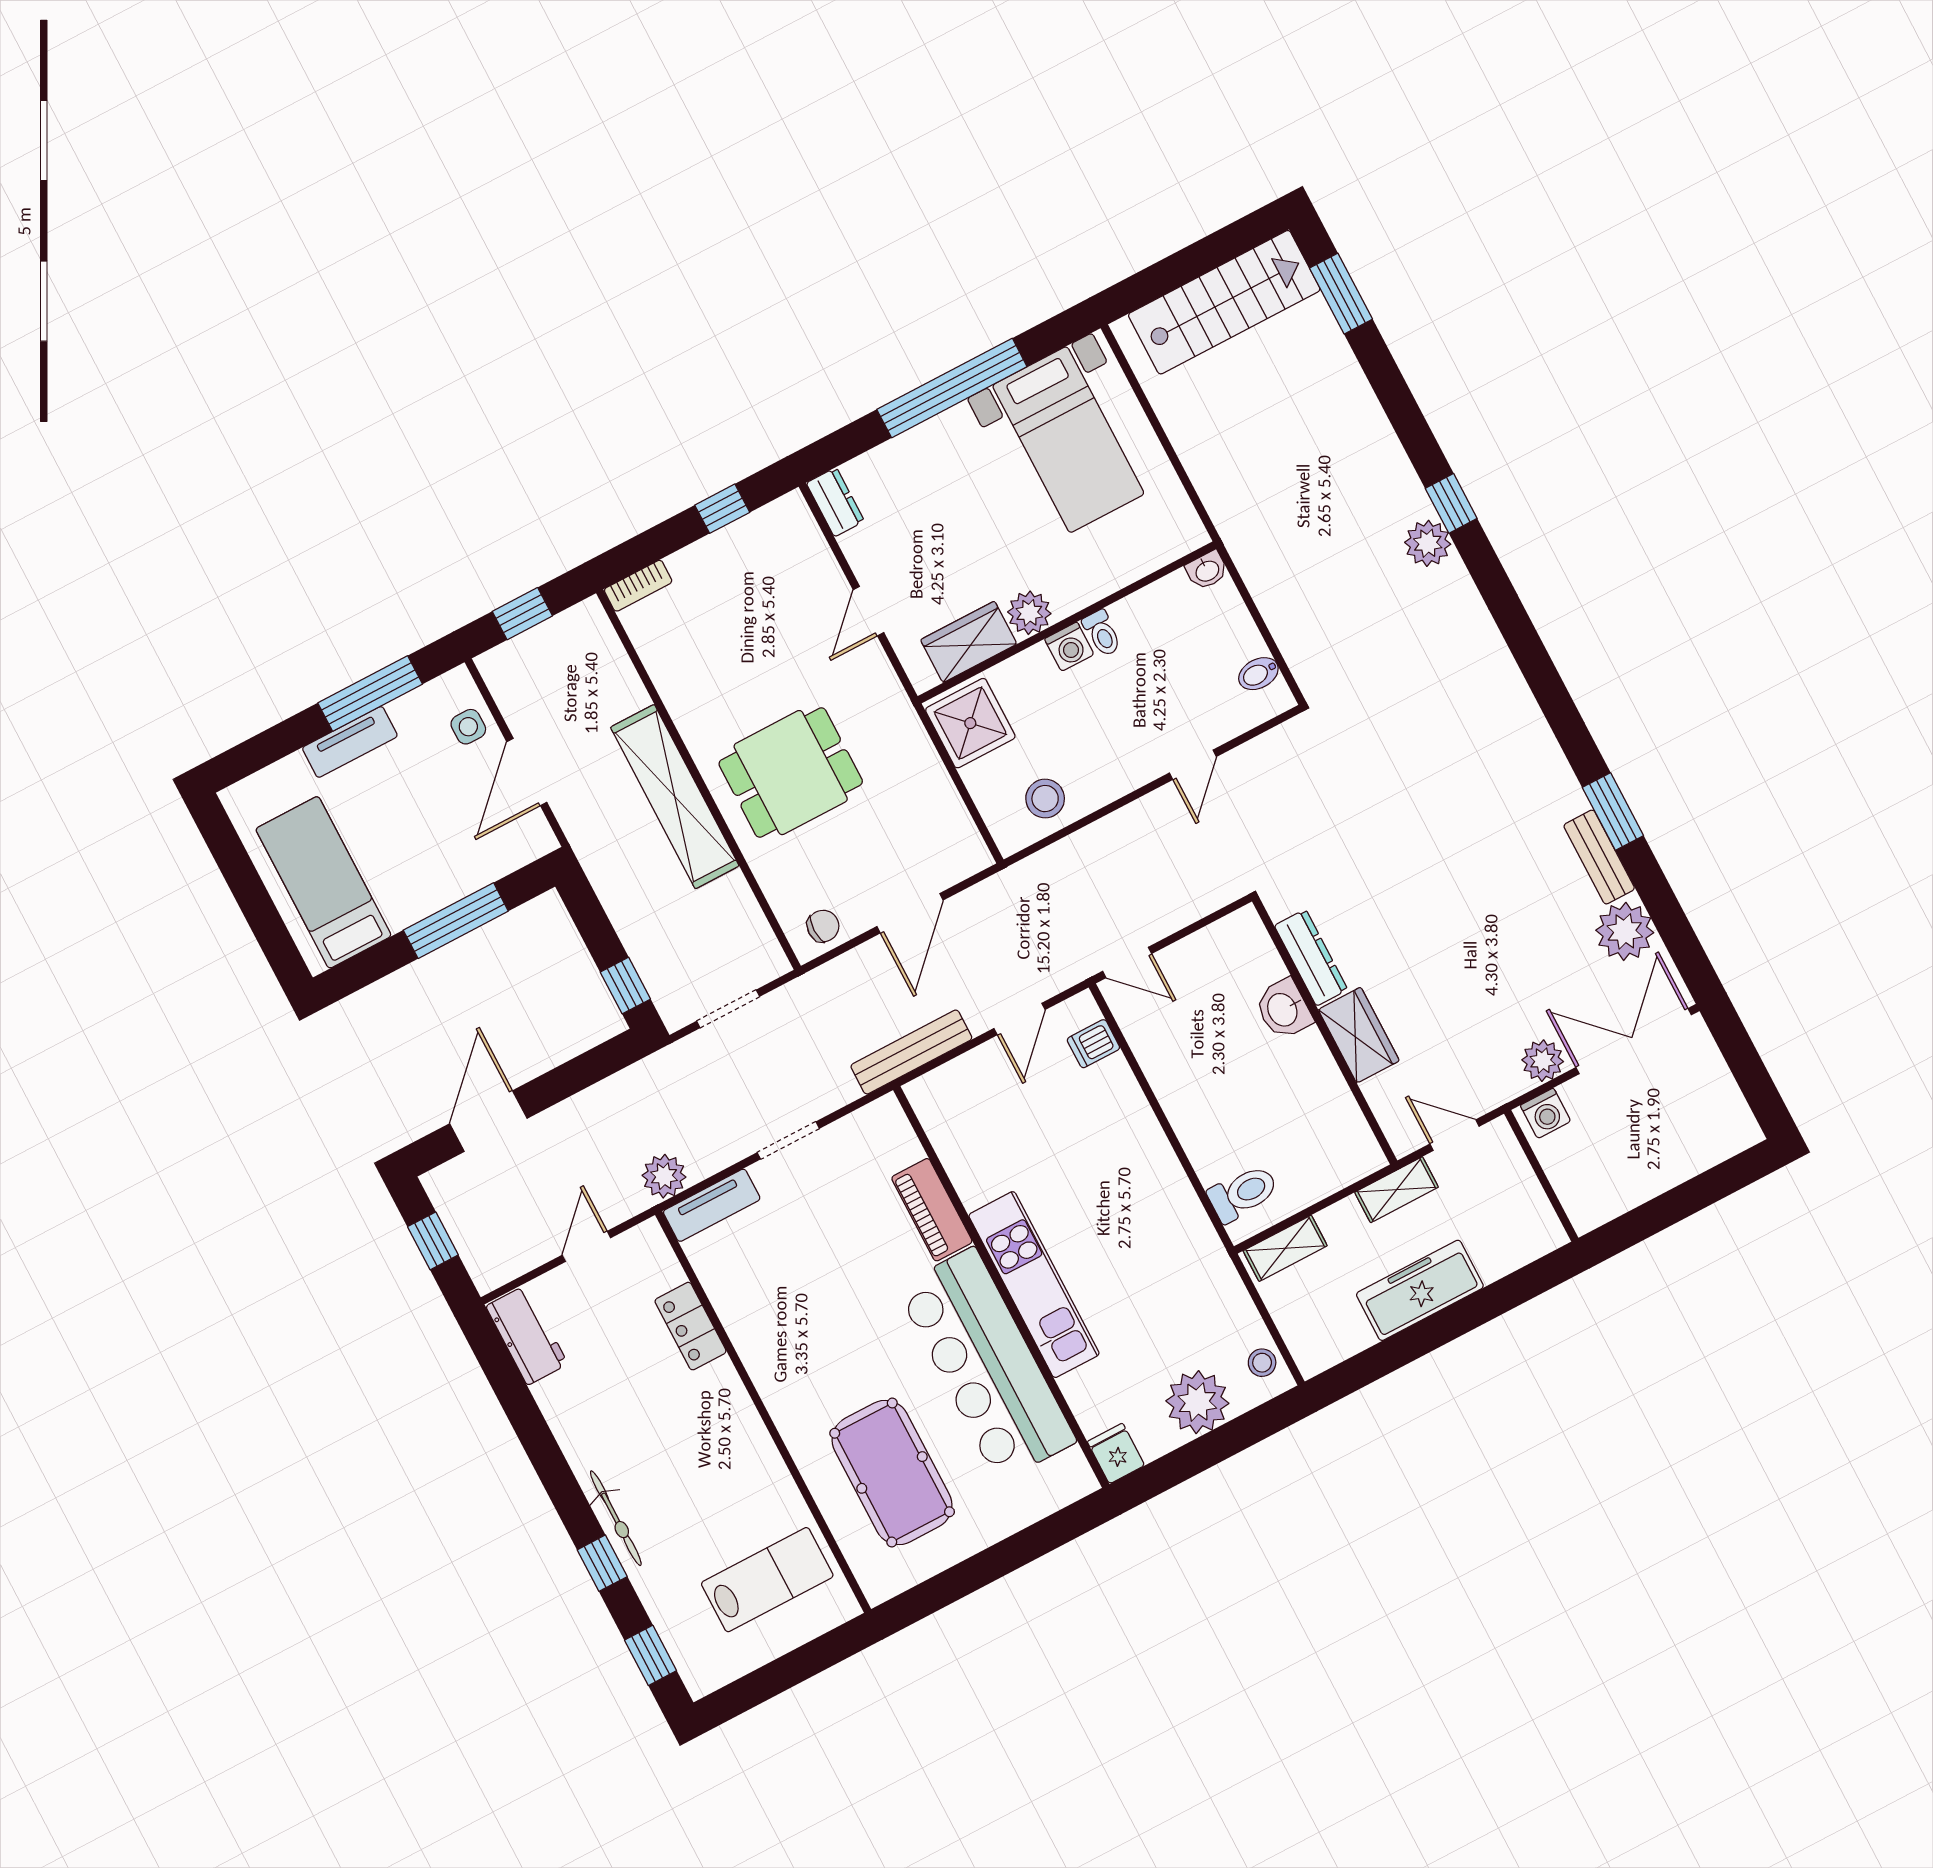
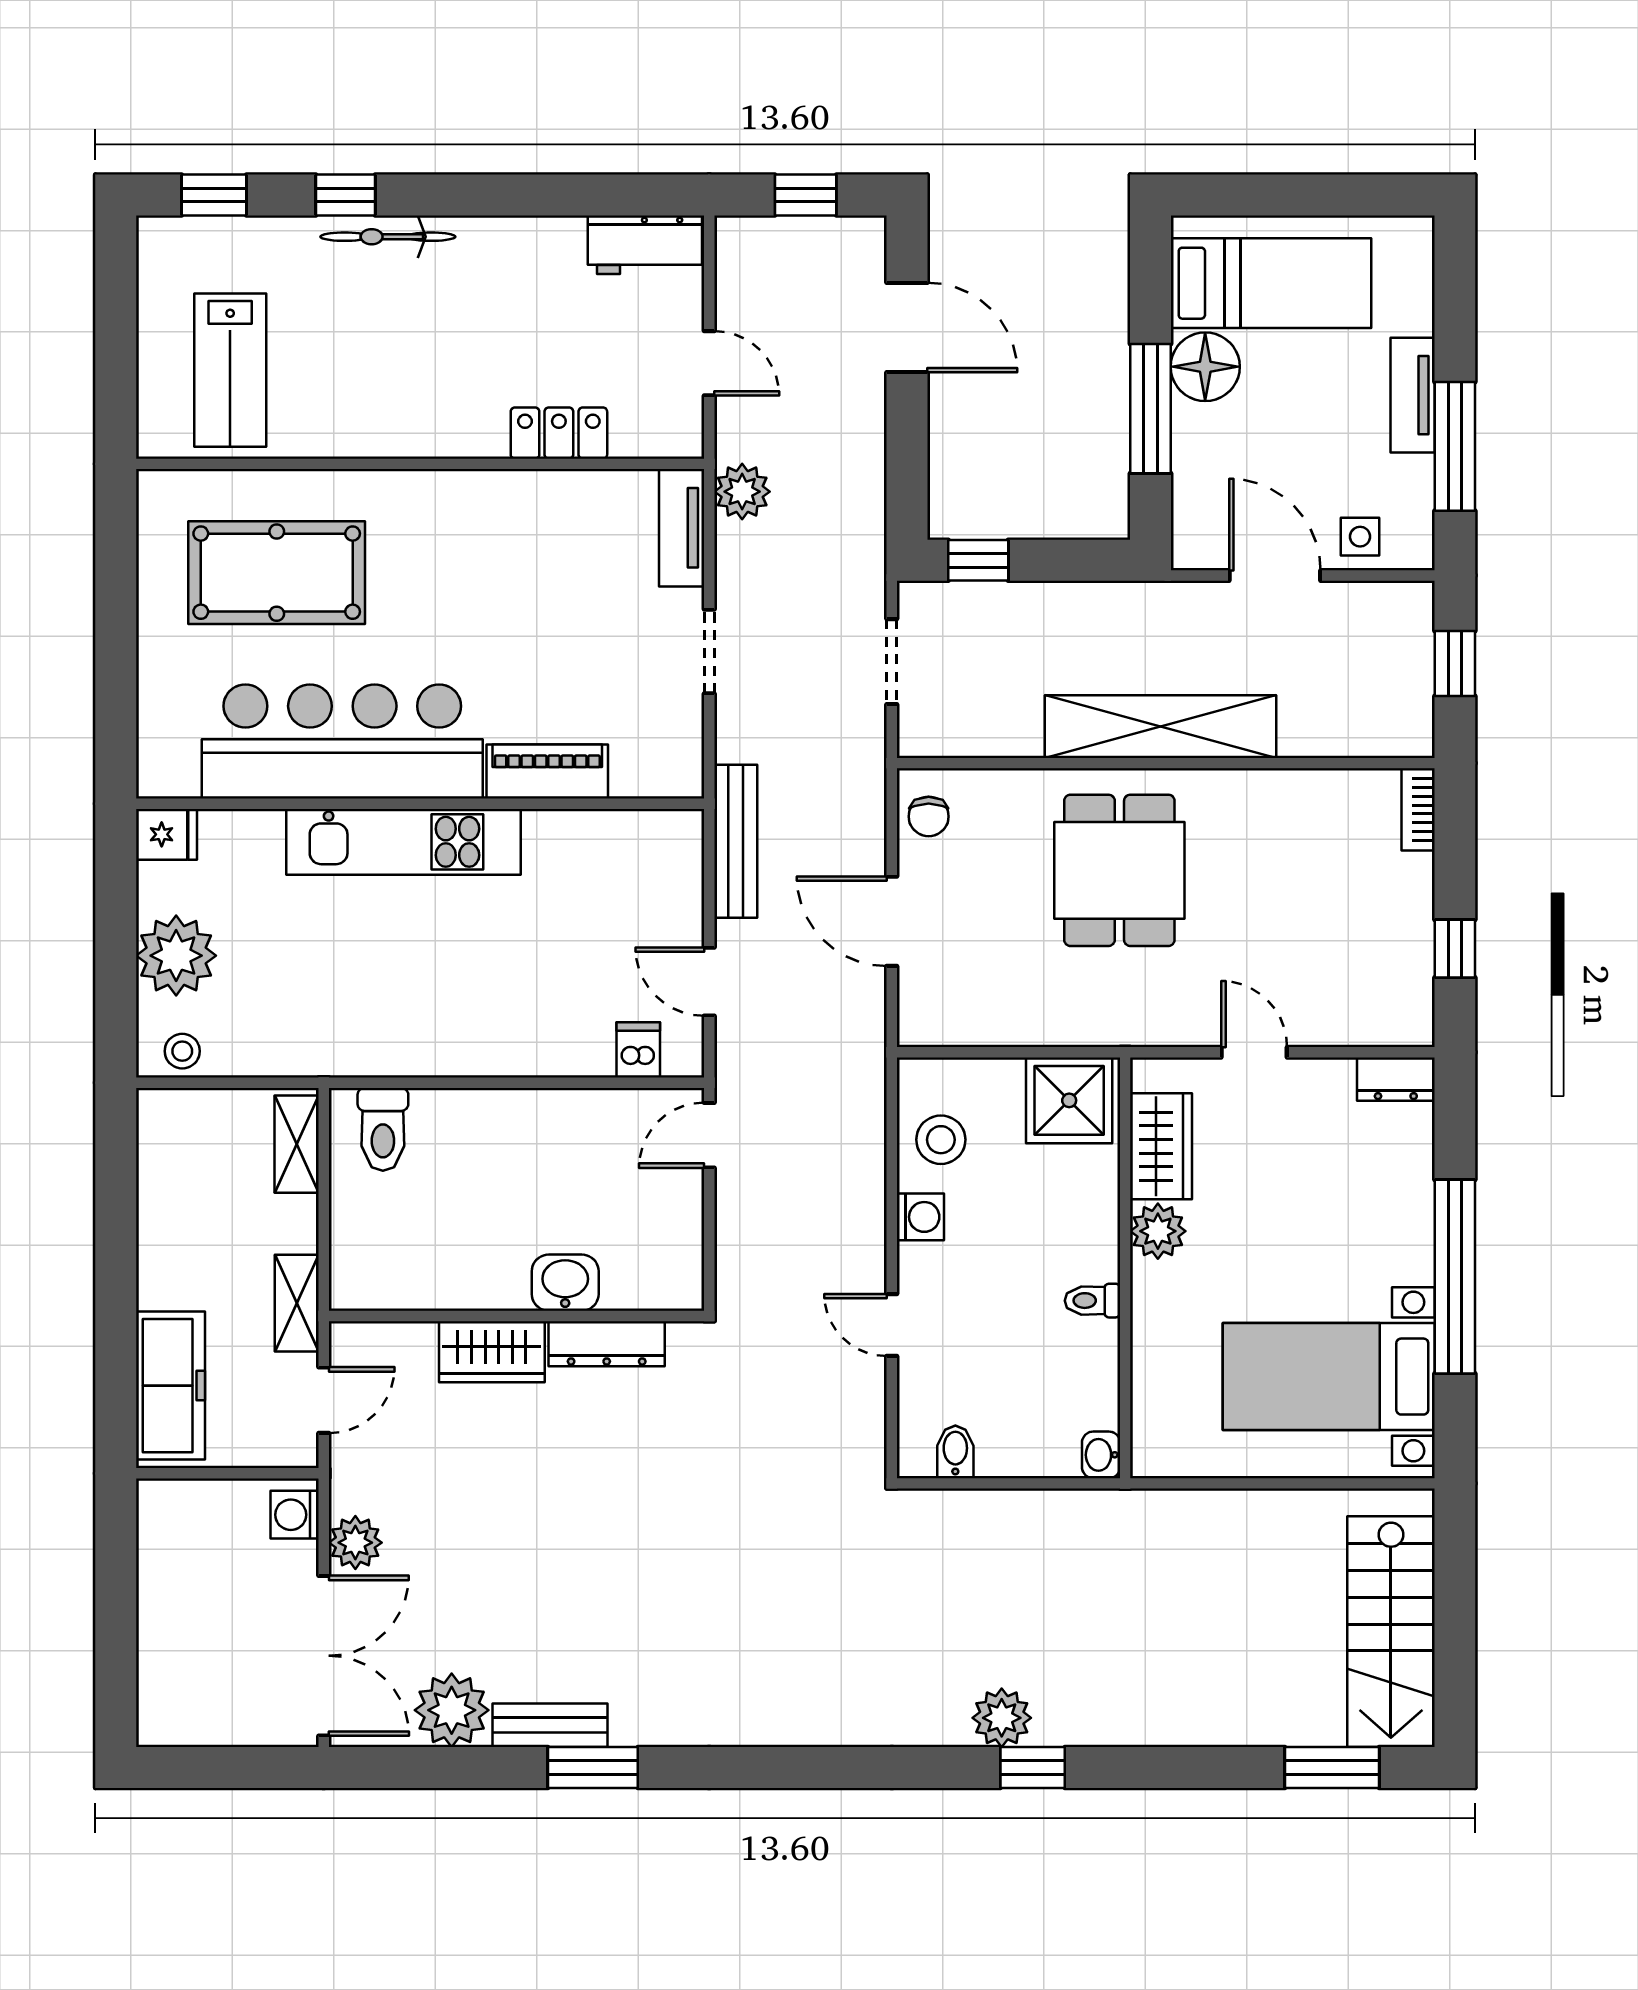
washing machine: (1069, 647) -> (920, 1217), moved, turned 180
floor lamp: (406, 898) -> (1205, 367), added
freezer: (1420, 1290) -> (170, 1386), moved

